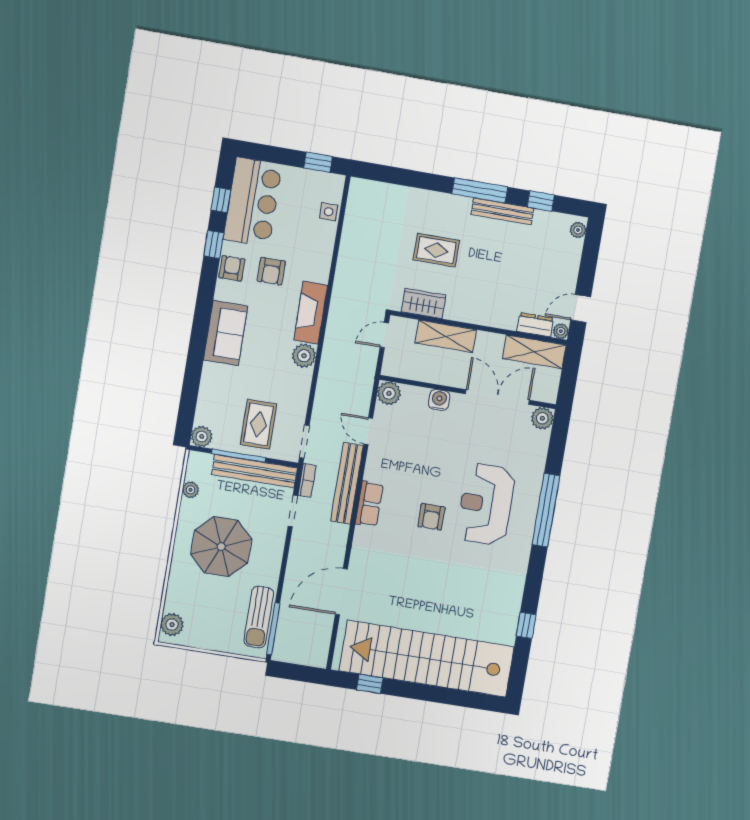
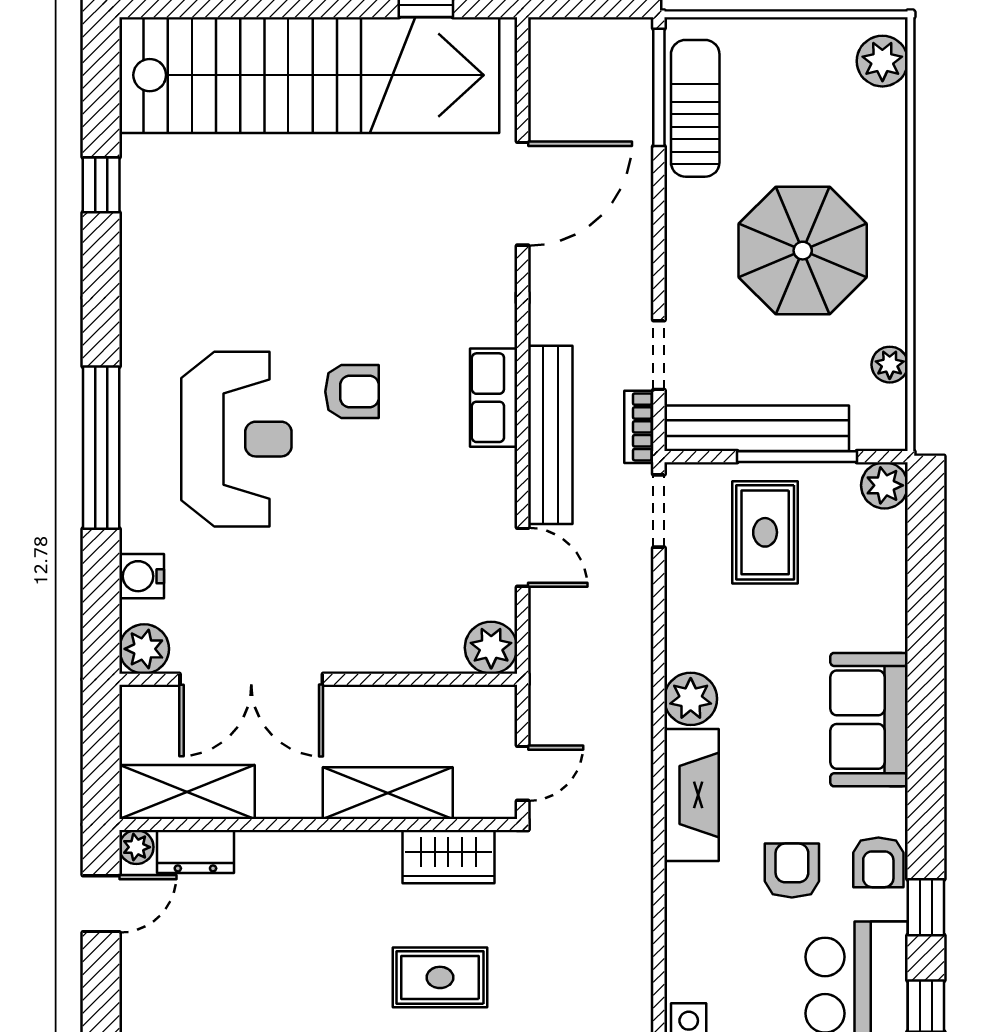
water cooler: (439, 400) -> (142, 576), moved, turned 90
armchair: (431, 517) -> (352, 392), turned 90

